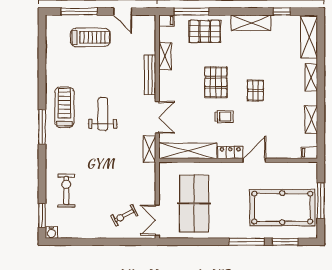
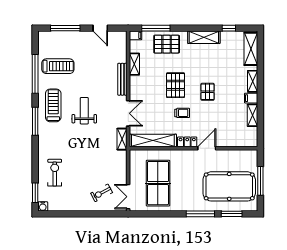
treadmill: (90, 37) -> (58, 66), moved
window: (42, 68) -> (35, 74), added
filing cabinet: (309, 153) -> (251, 98), moved

